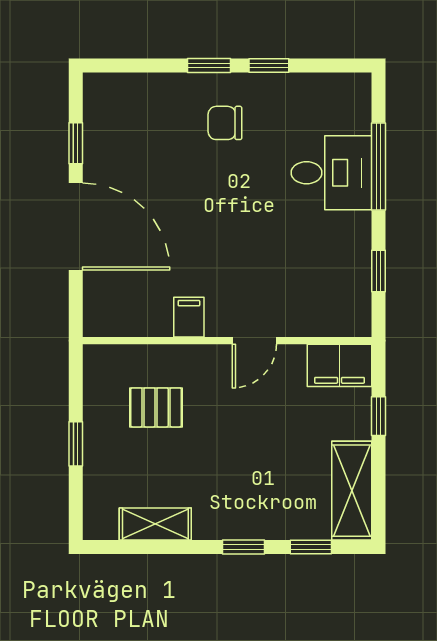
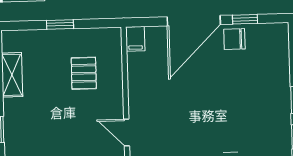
chair: (225, 123) -> (234, 39), moved, turned -90
filing cabinet: (189, 317) -> (135, 39), moved, turned 90

